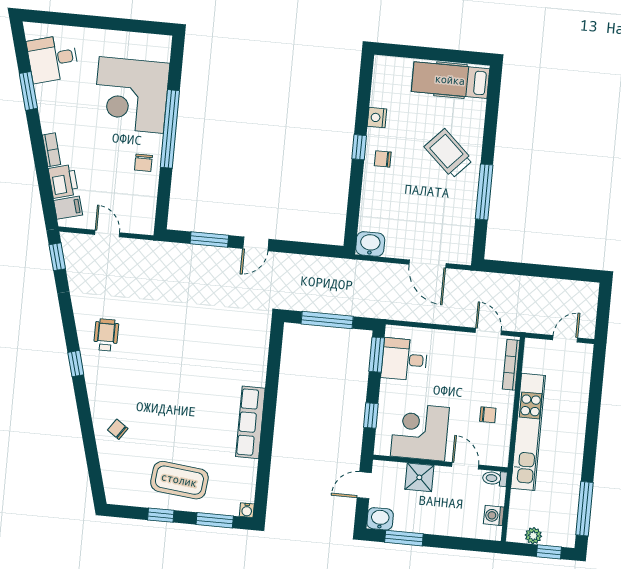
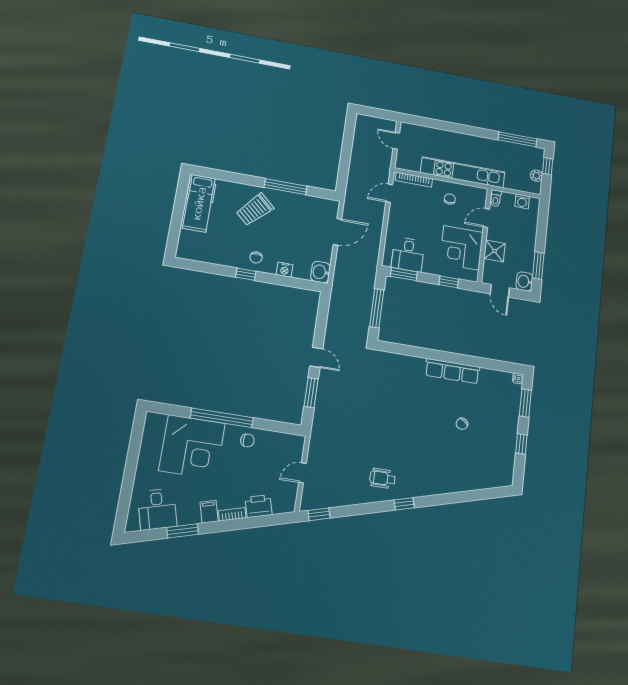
nightstand: (377, 118) -> (285, 270), moved
filing cabinet: (68, 208) -> (209, 512), moved
chair: (118, 429) -> (462, 424), moved
coffee table: (179, 480) -> (495, 428), removed

